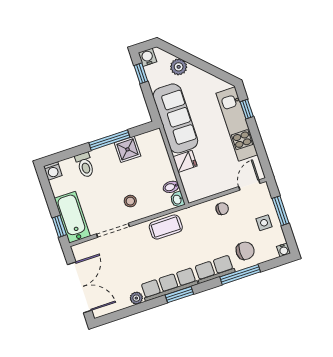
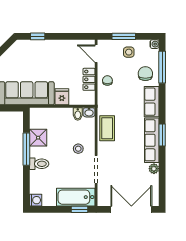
kitchen unit: (237, 124) -> (46, 48), removed
toilet: (85, 165) -> (39, 164), moved
locker: (216, 187) -> (89, 79), added
window: (240, 274) -> (162, 67), moved

